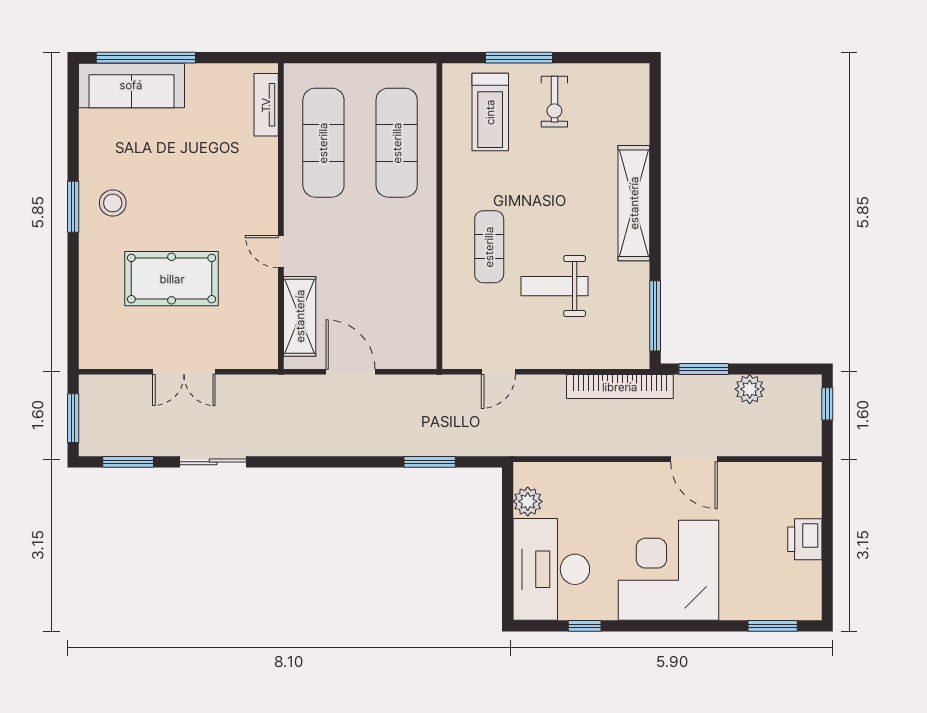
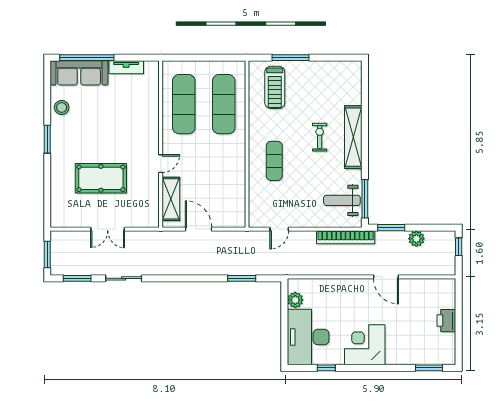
exercise bike: (554, 102) -> (320, 137), moved, turned 180
tv unit: (266, 105) -> (126, 67), moved, turned -90
stool: (113, 203) -> (62, 107), moved
door: (281, 252) -> (161, 164), swing flipped
weight bench: (555, 286) -> (342, 200), moved
corner desk: (668, 570) -> (365, 345), width x0.74, depth x0.74

